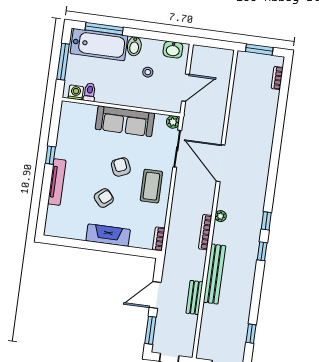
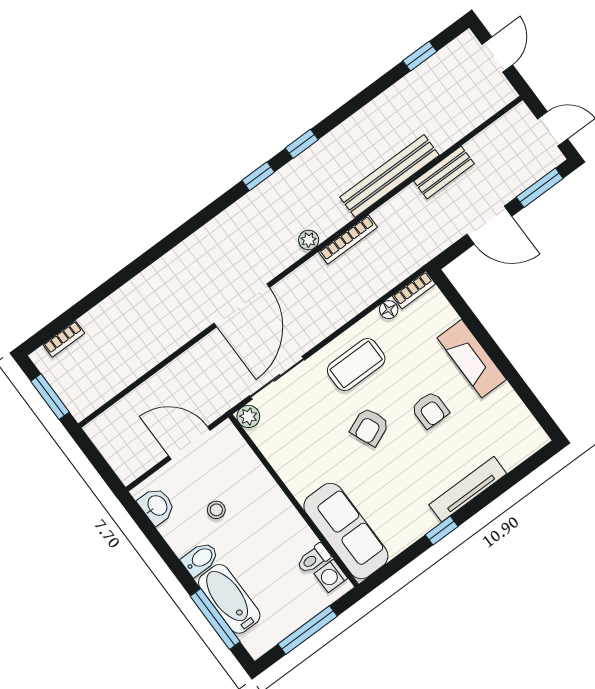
bathtub: (99, 45) -> (229, 599), width x0.73, depth x0.73
sofa: (125, 121) -> (346, 531), moved
armchair: (104, 198) -> (430, 410), turned -139
floor lamp: (161, 221) -> (389, 310), added

